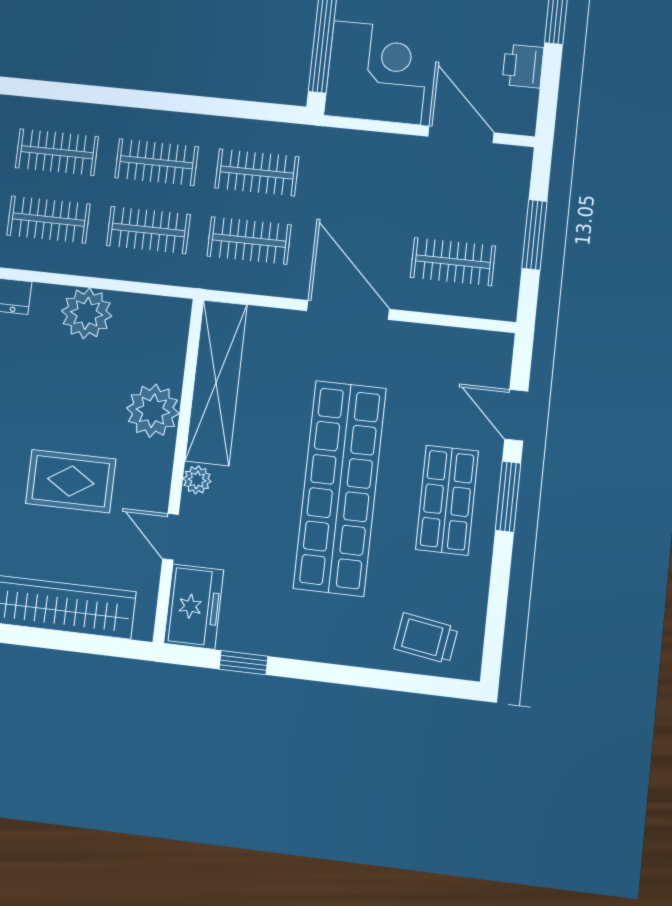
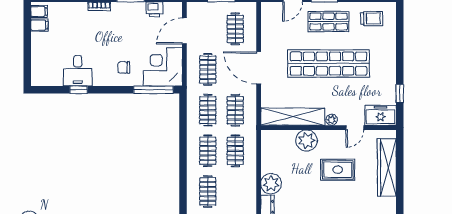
clothes rail: (49, 220) -> (208, 70), moved
door: (348, 310) -> (259, 68), hinge flipped
plant: (87, 313) -> (271, 184), moved
rug: (71, 481) -> (338, 170), turned 90
trolley: (426, 638) -> (372, 18), moved, turned -99

